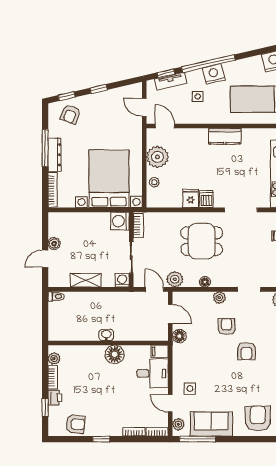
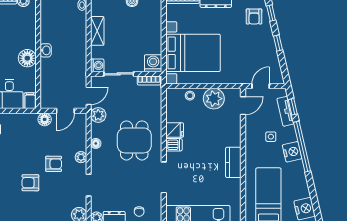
armchair: (70, 114) -> (254, 16), turned -110

